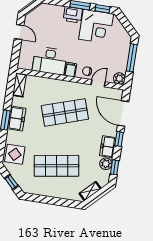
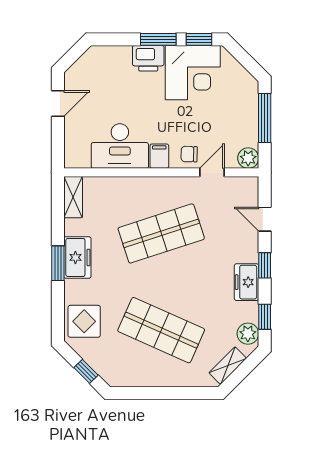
door: (19, 32) -> (58, 104), hinge flipped
door: (123, 113) -> (265, 219), width x0.53
plant: (106, 164) -> (248, 334), moved
shop shelf: (57, 166) -> (161, 330), turned 33

